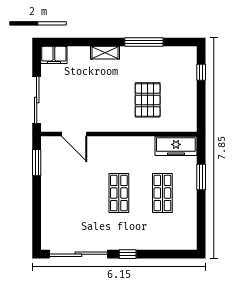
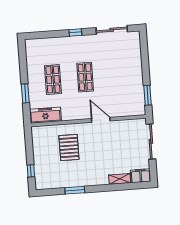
window: (144, 42) -> (75, 190), width x0.69
shelving: (105, 53) -> (120, 179), moved
door: (74, 134) -> (101, 120), moved
sliding door: (78, 254) -> (112, 30), width x0.73

